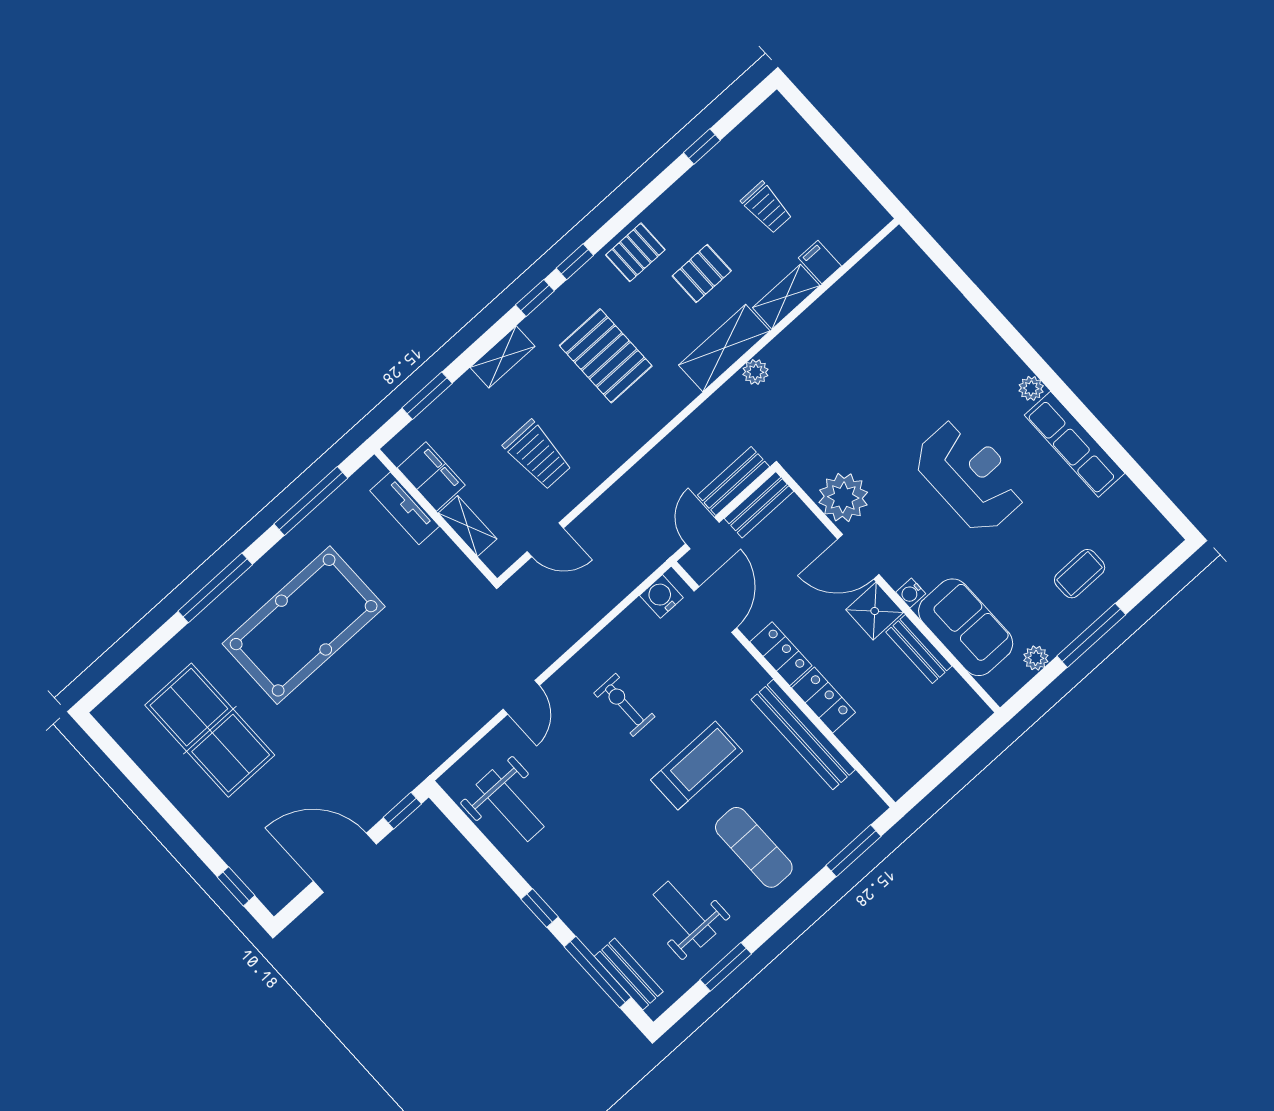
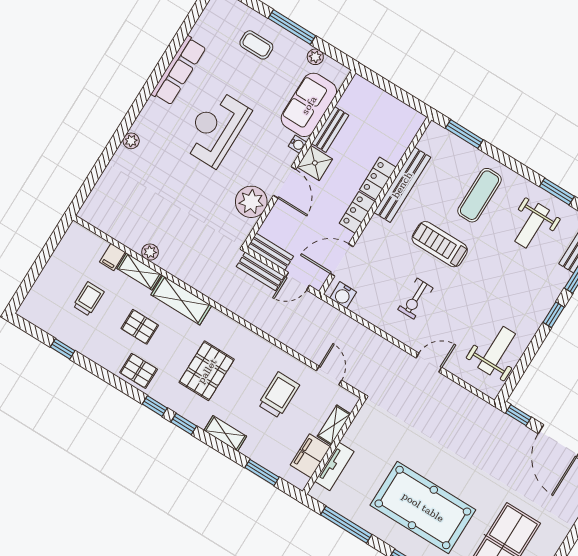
plant: (755, 372) -> (150, 252), moved
plant: (1031, 388) -> (131, 141), moved

